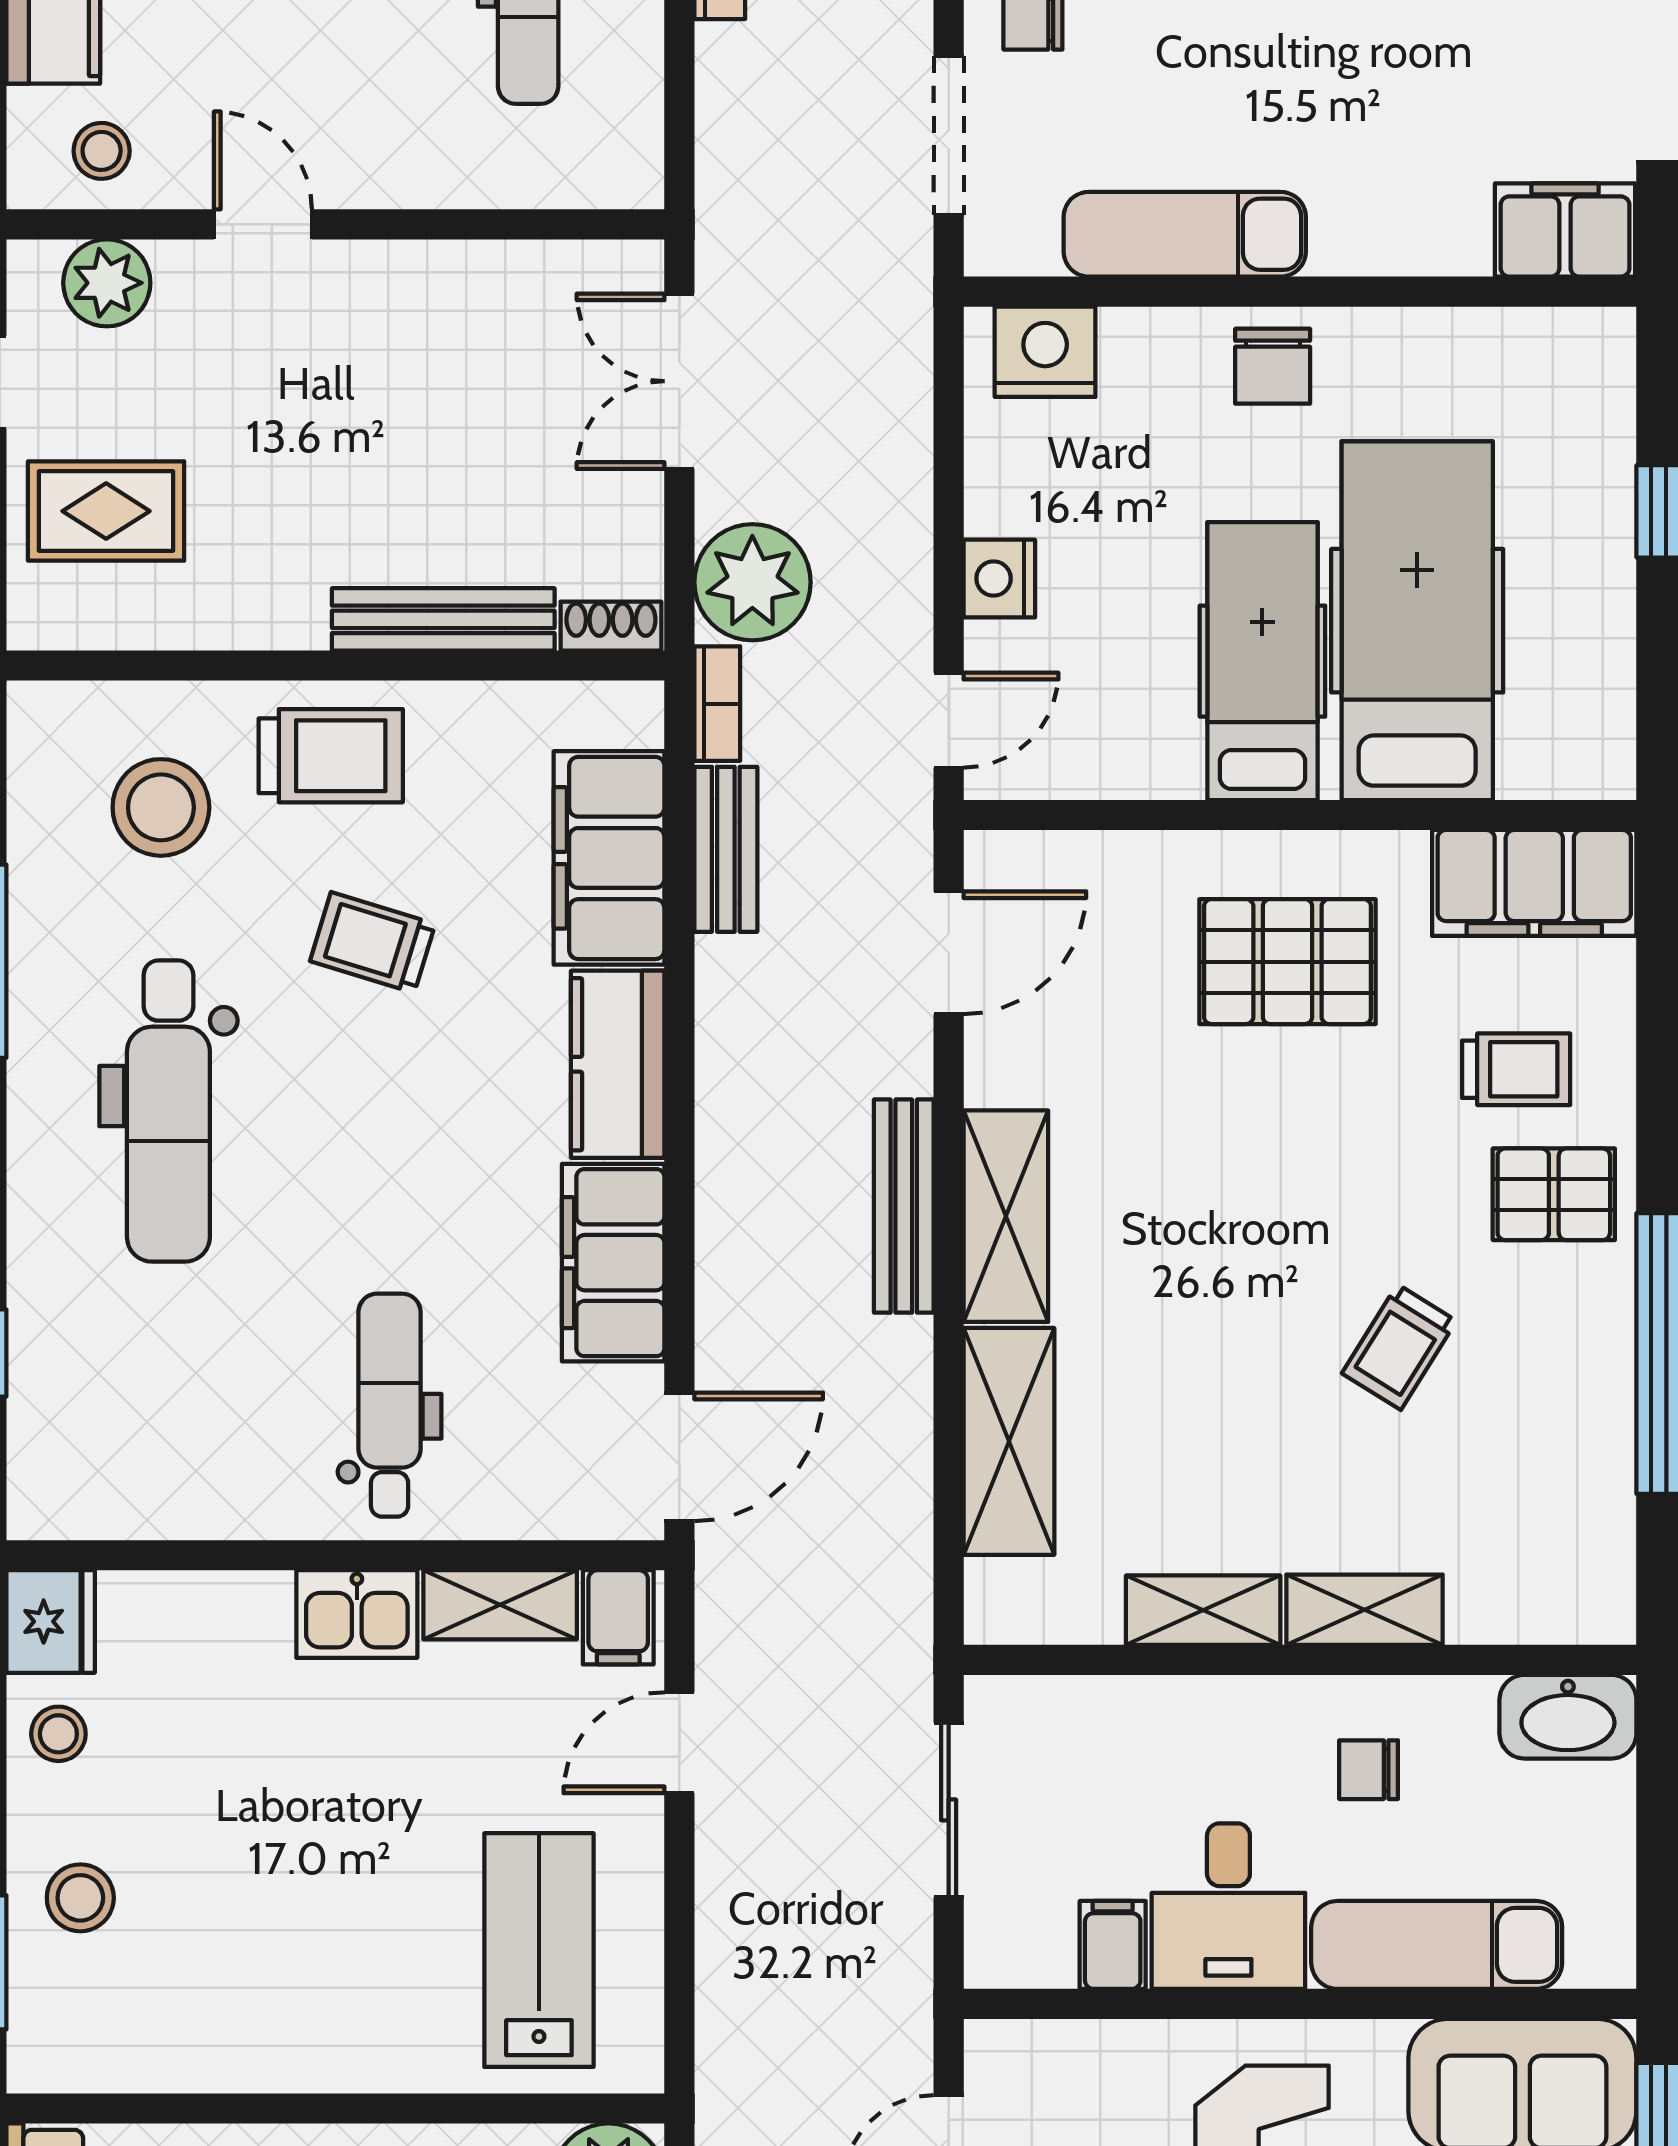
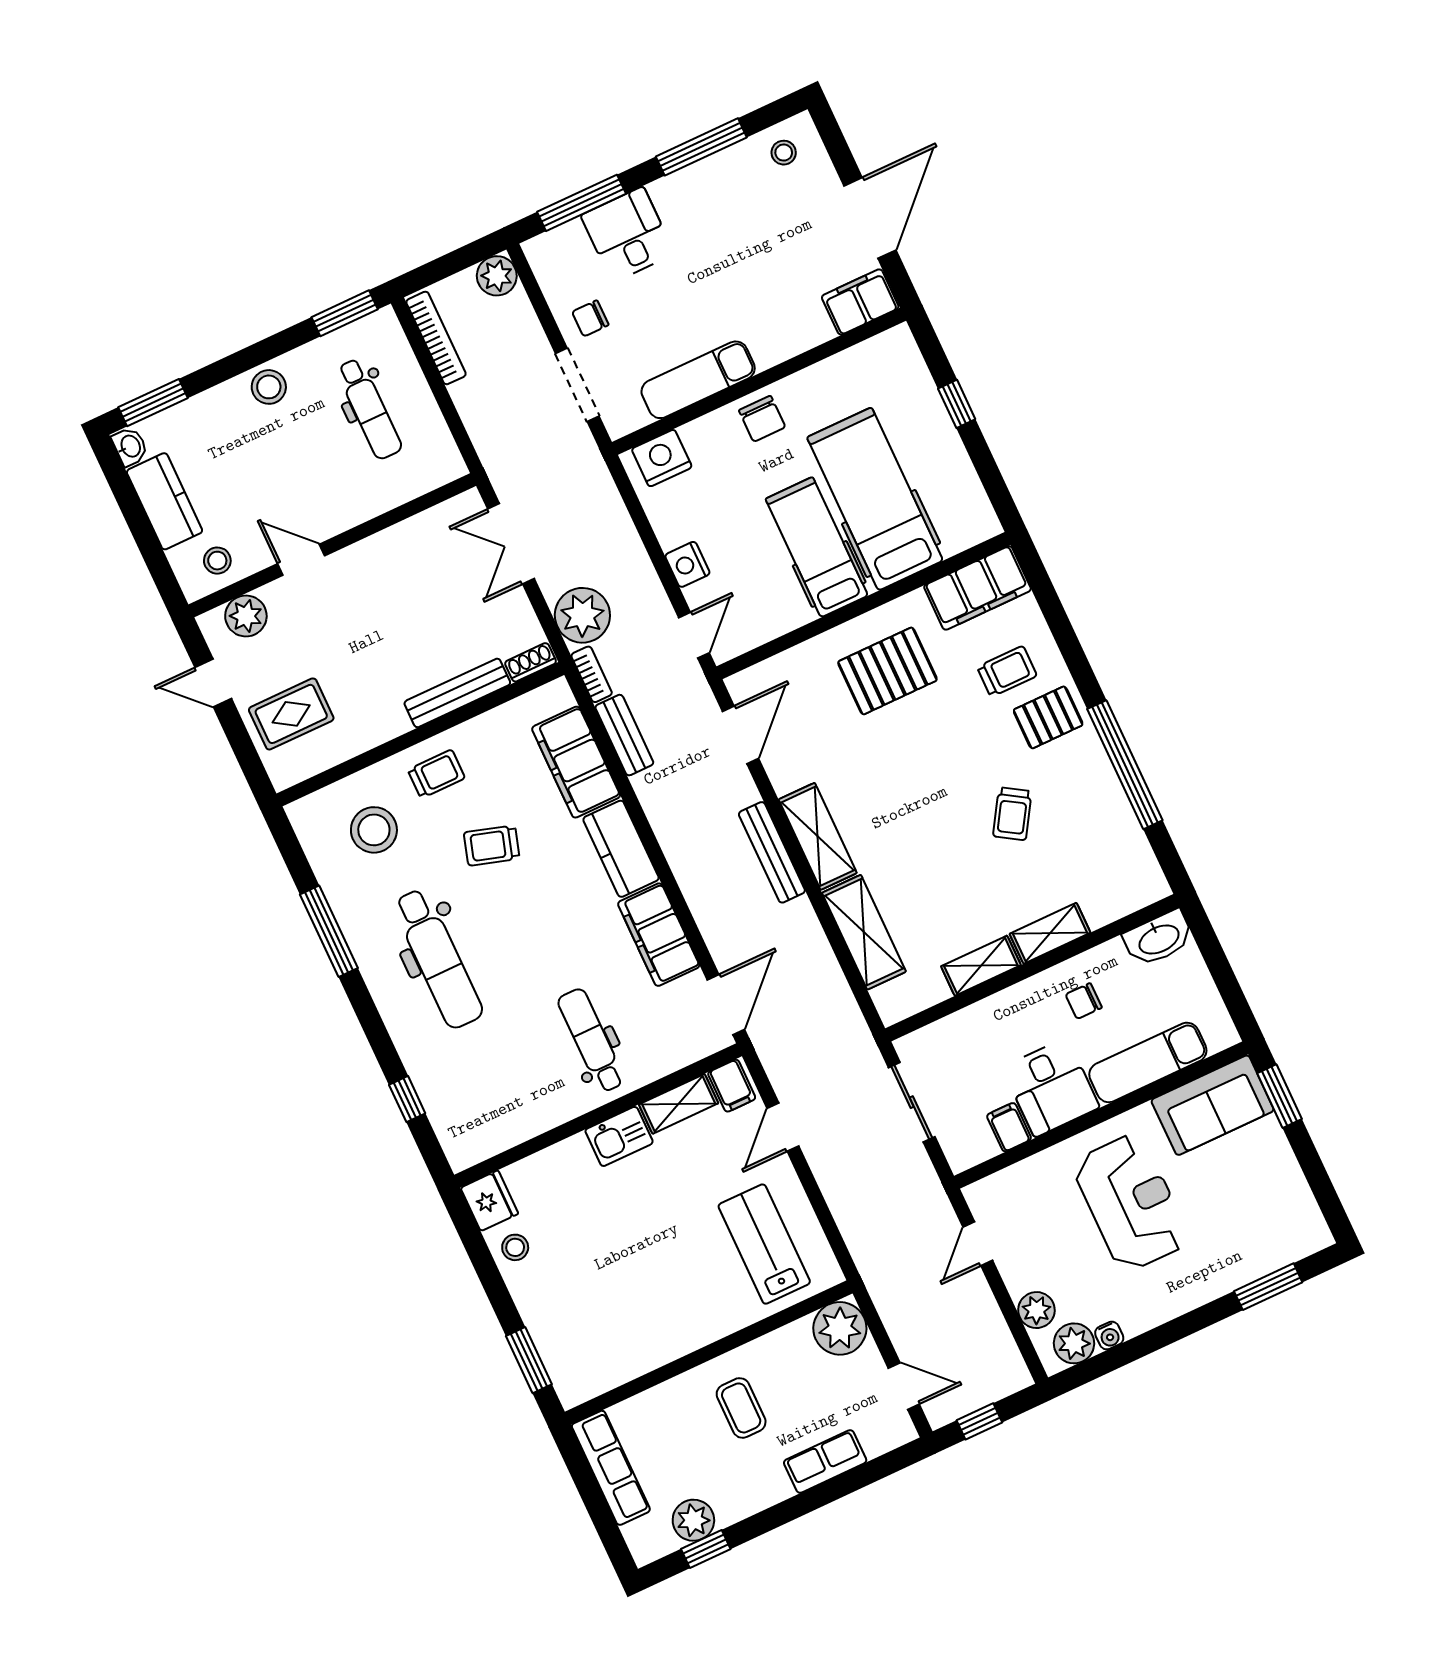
trolley: (331, 756) -> (436, 774), width x0.73, depth x0.72
stool: (80, 1898) -> (557, 1313), removed

